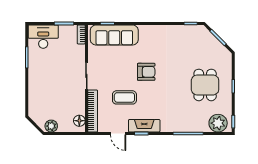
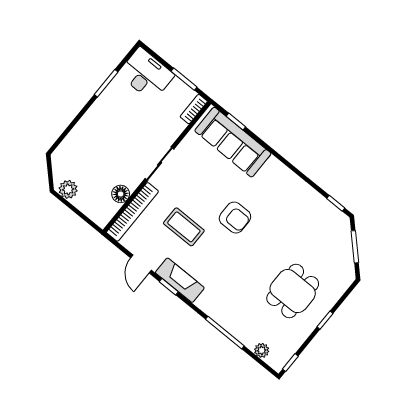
floor lamp: (79, 121) -> (121, 194), moved
plant: (218, 123) -> (262, 350), width x0.53, depth x0.53

